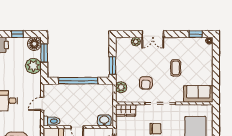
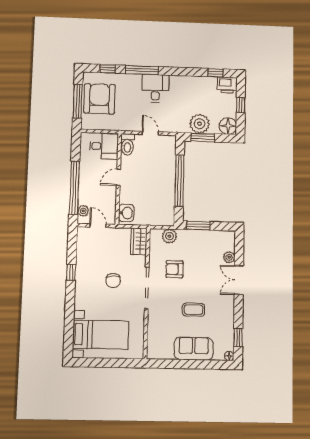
window: (44, 53) -> (203, 138), moved
sofa: (198, 94) -> (194, 349), moved, turned -90

